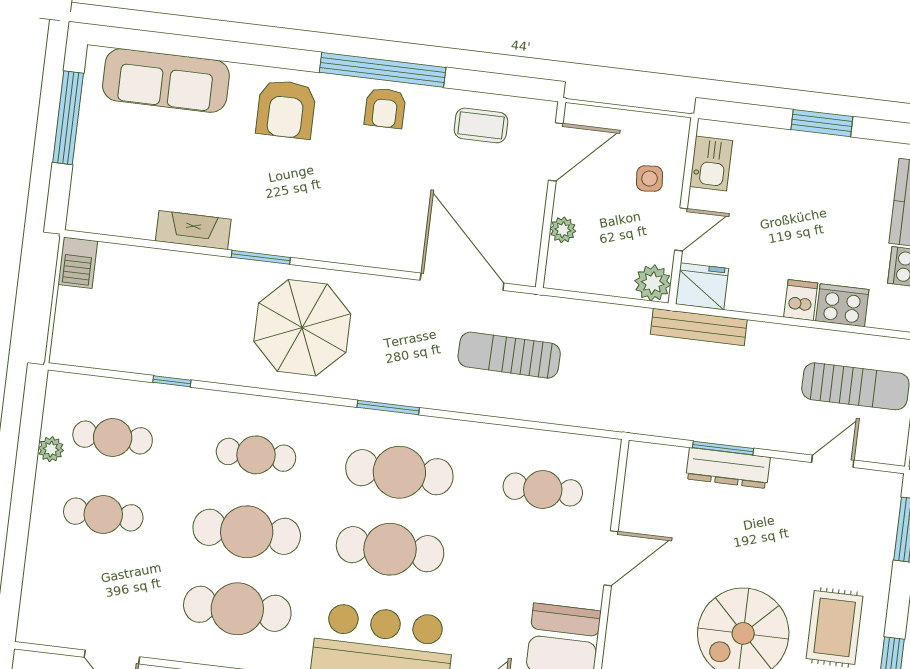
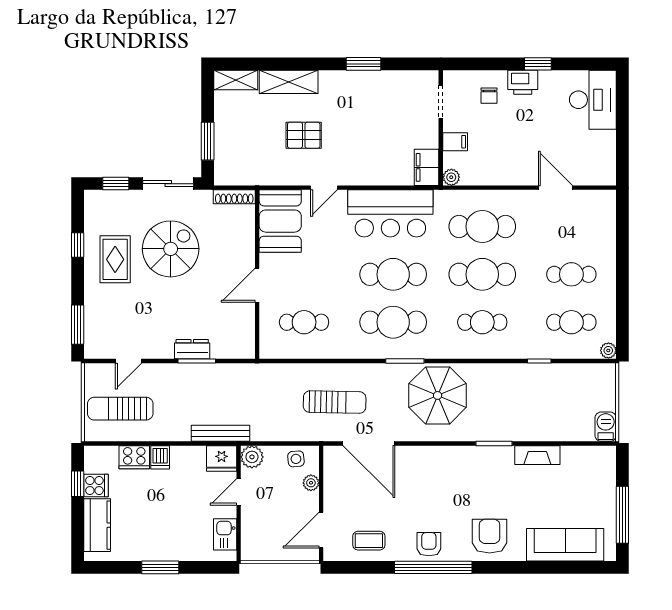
side table: (650, 179) -> (296, 459), moved
parasol: (302, 328) -> (438, 395), moved
plant: (51, 449) -> (608, 351), moved
dresser: (728, 468) -> (192, 349), width x0.70

